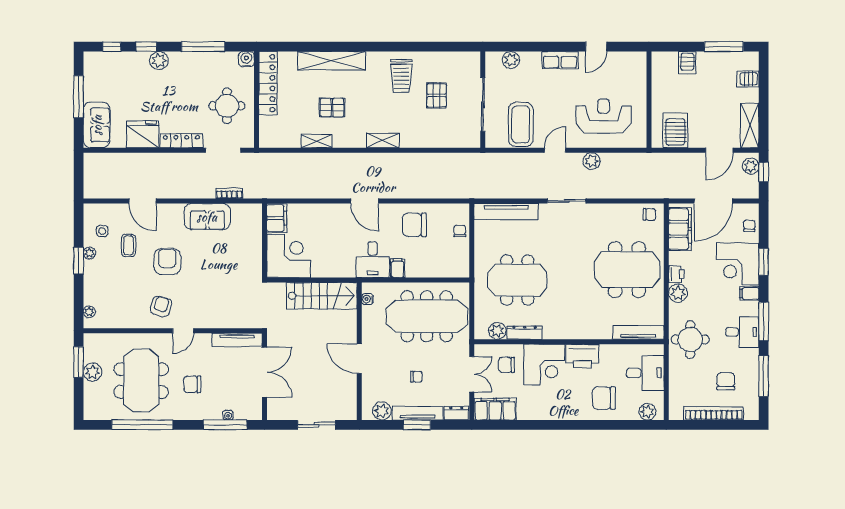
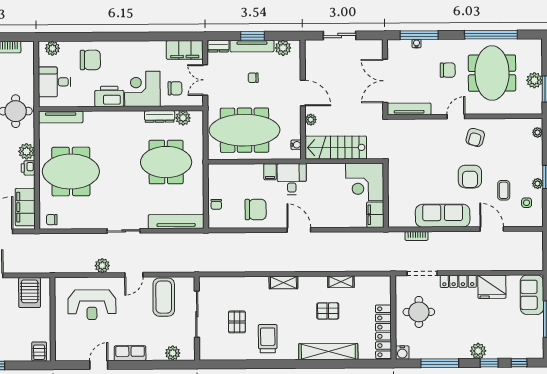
server rack: (687, 63) -> (39, 351), moved
sofa: (207, 217) -> (443, 216), width x1.36
plant: (350, 328) -> (311, 120), added

